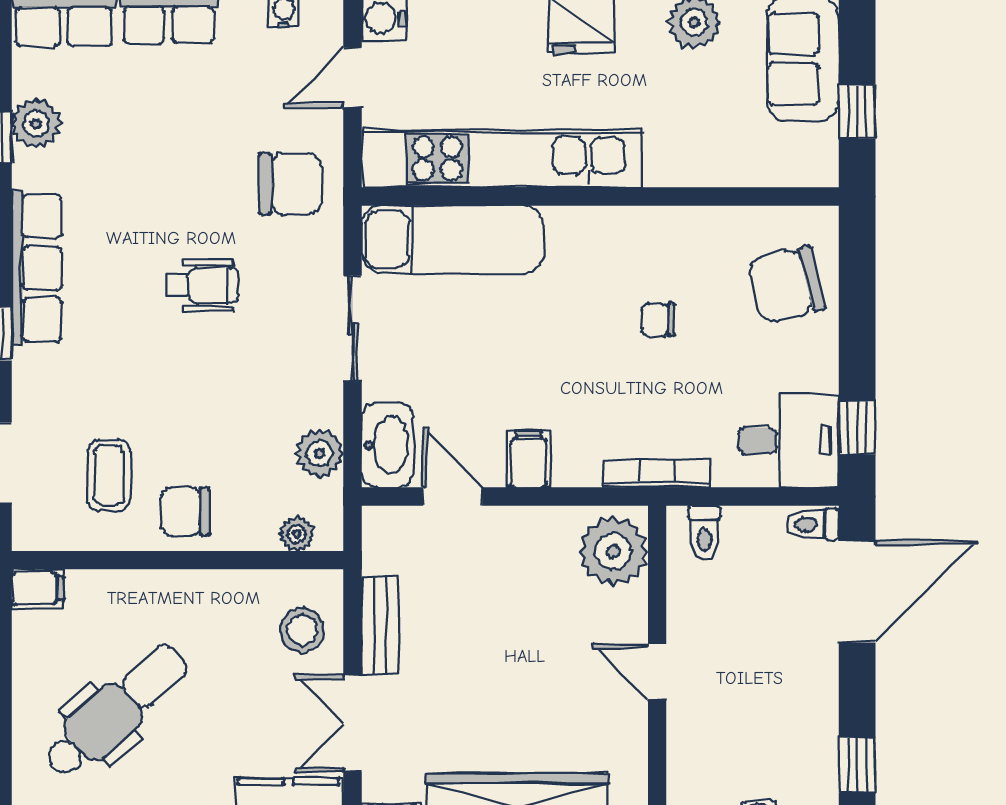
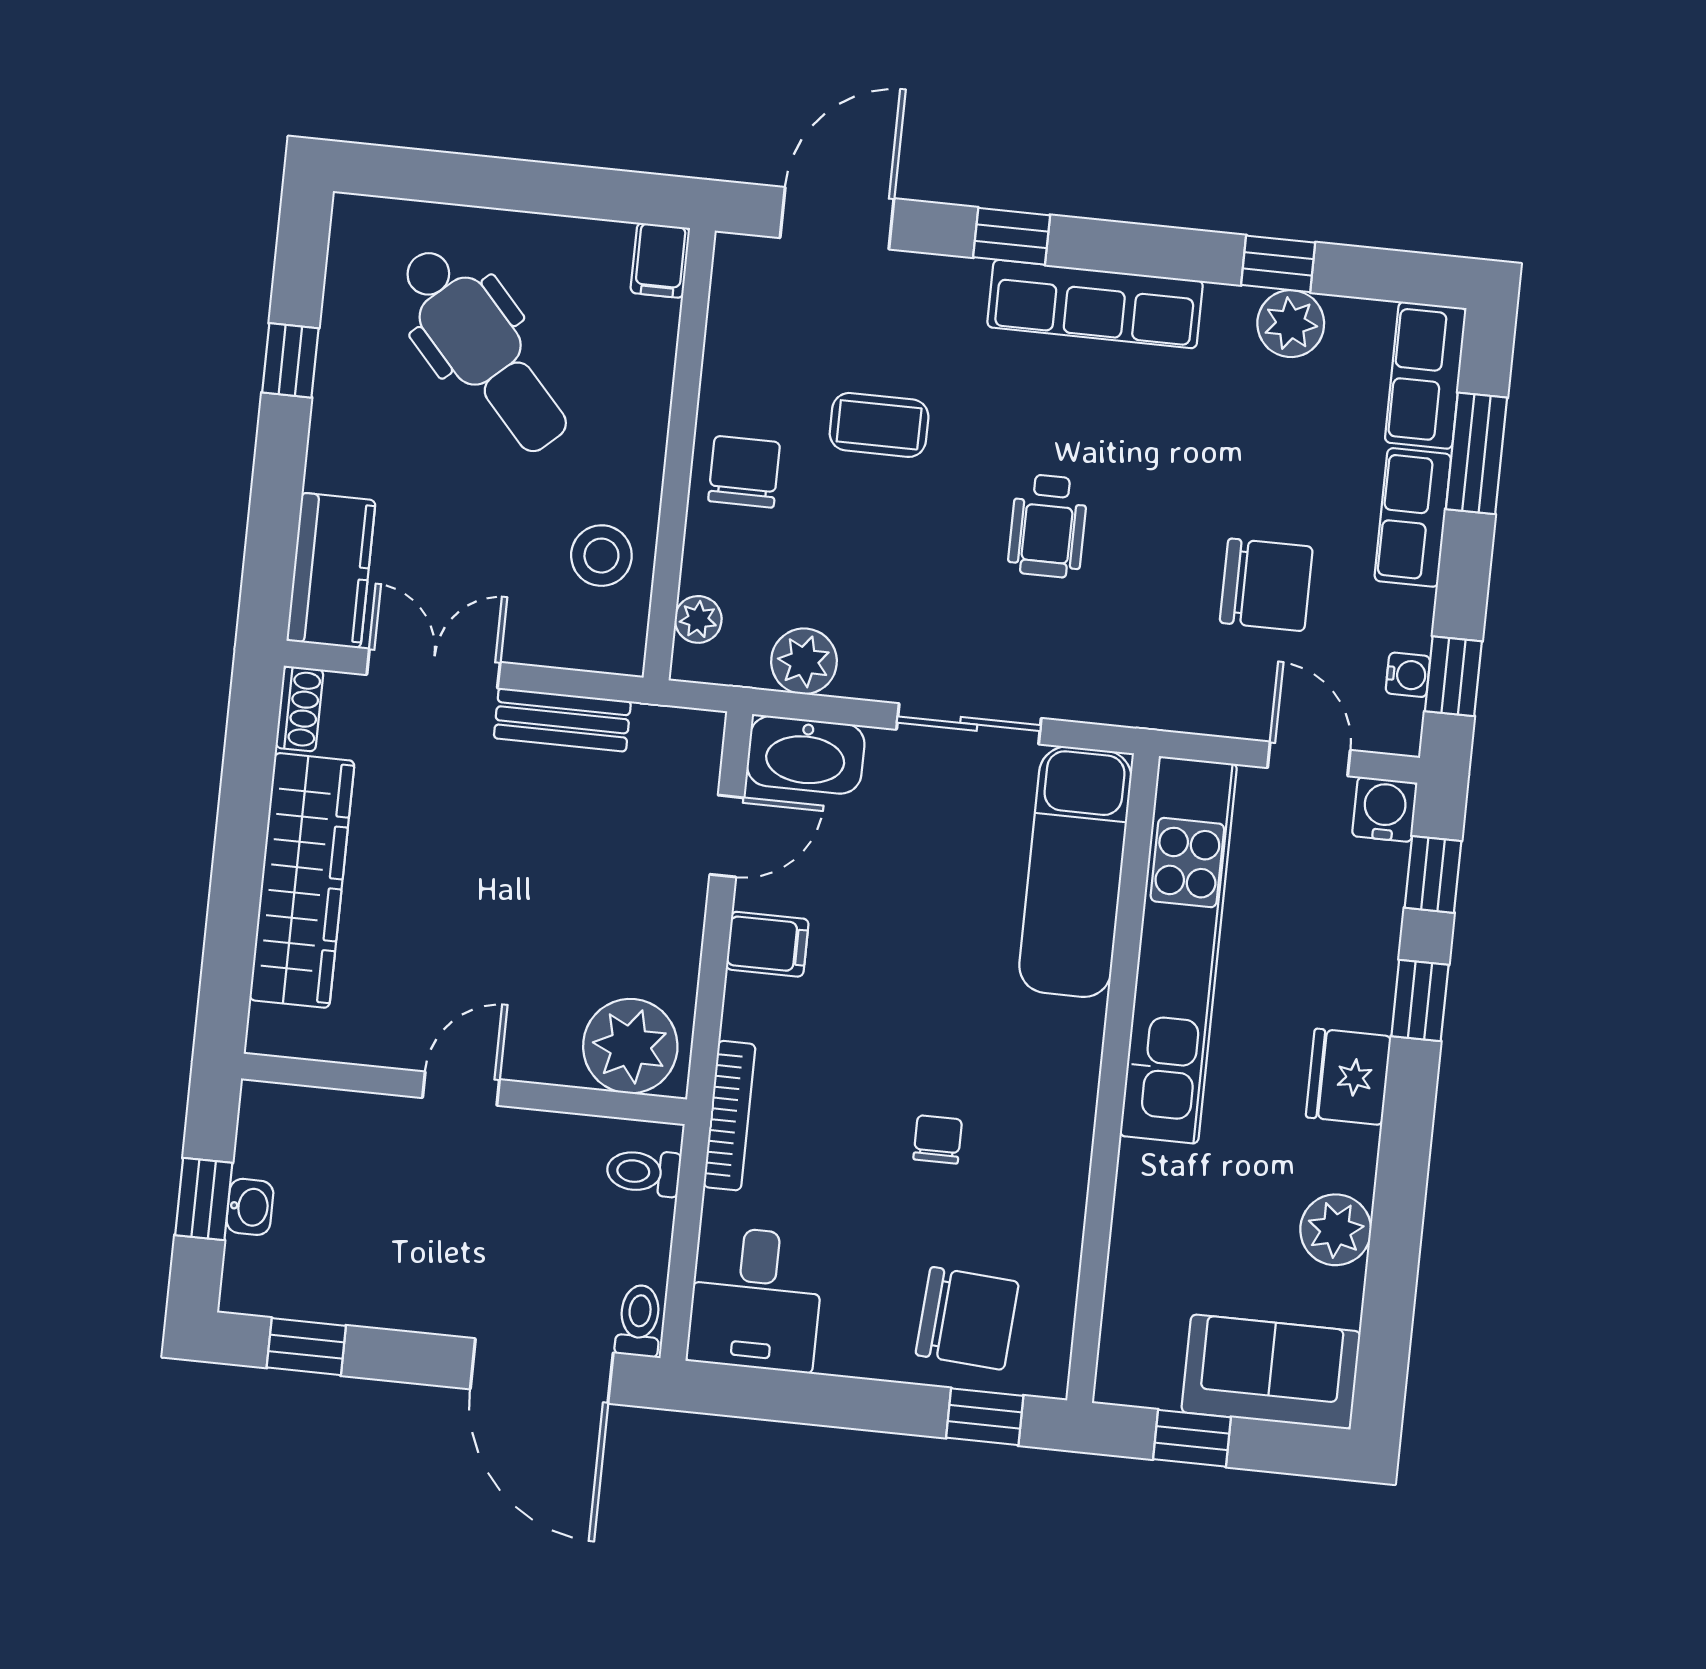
chair: (290, 184) -> (1266, 585), moved, turned -90
chair: (787, 285) -> (967, 1318), turned 108
window: (857, 427) -> (985, 1417), moved
coffee table: (109, 475) -> (879, 425), moved
stool: (302, 630) -> (601, 556), moved

